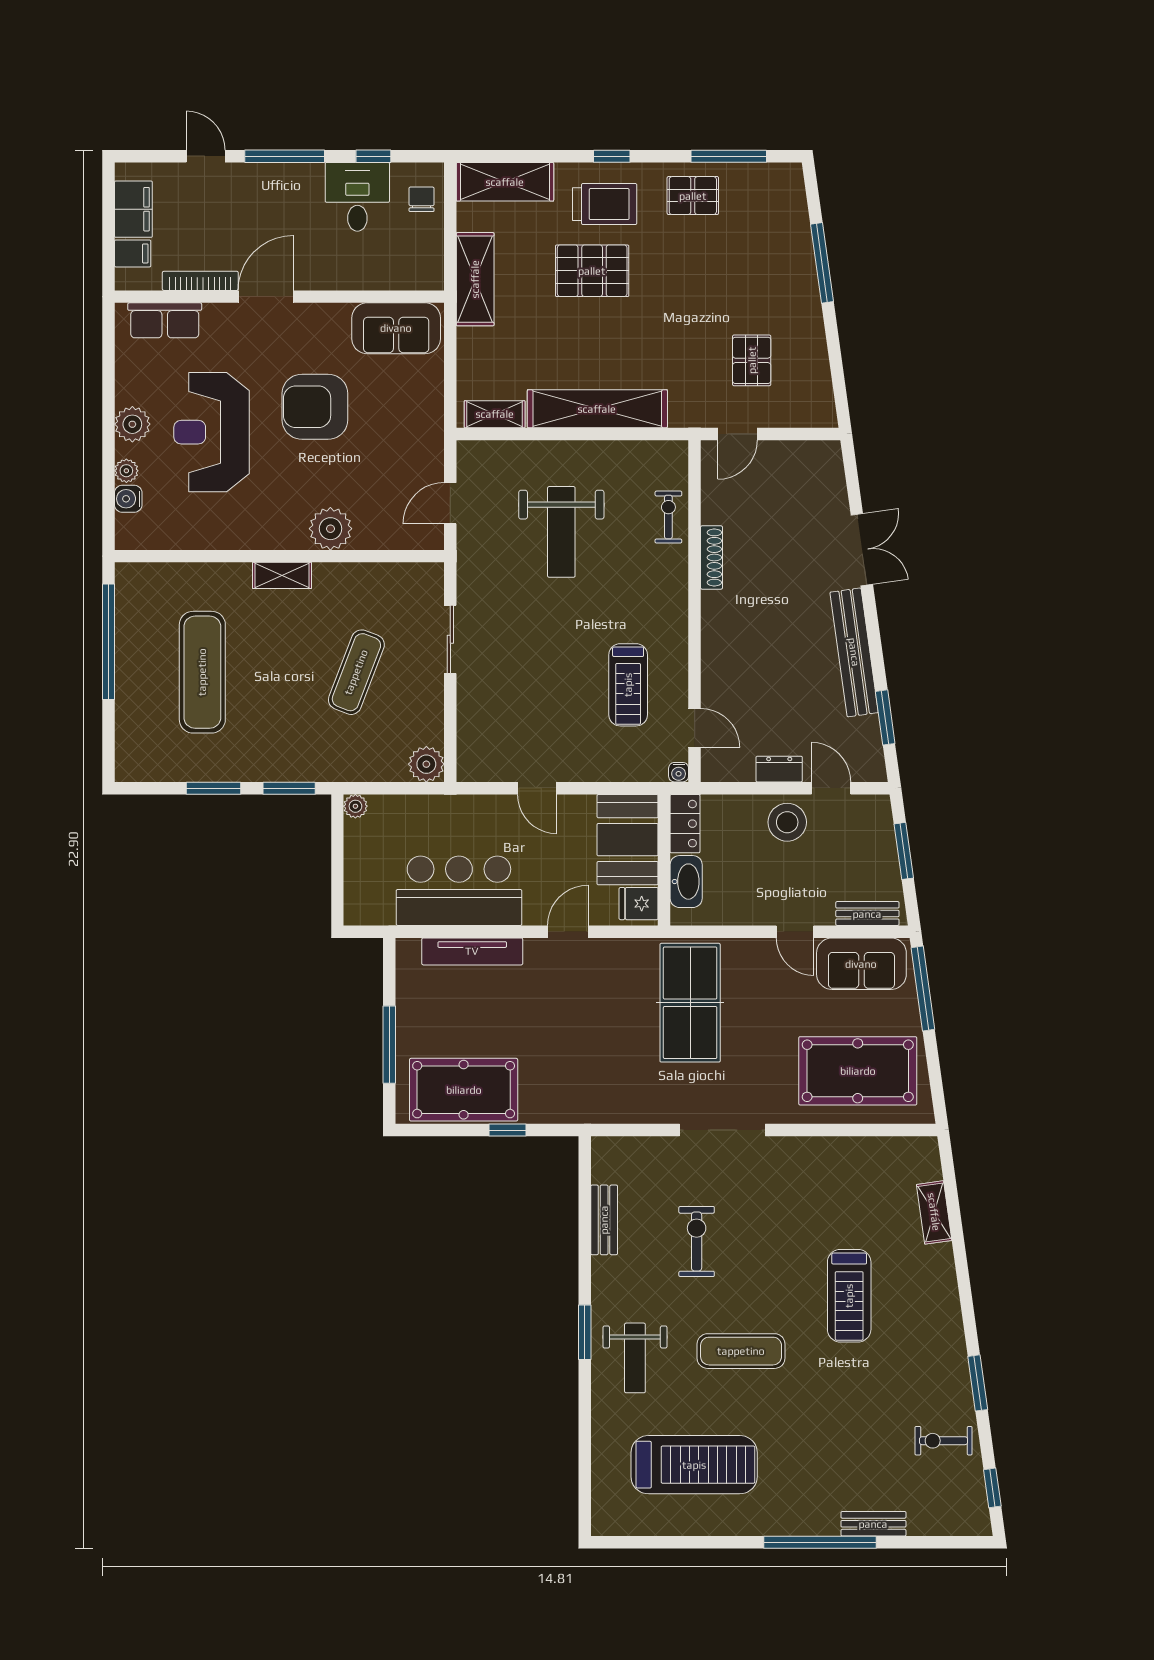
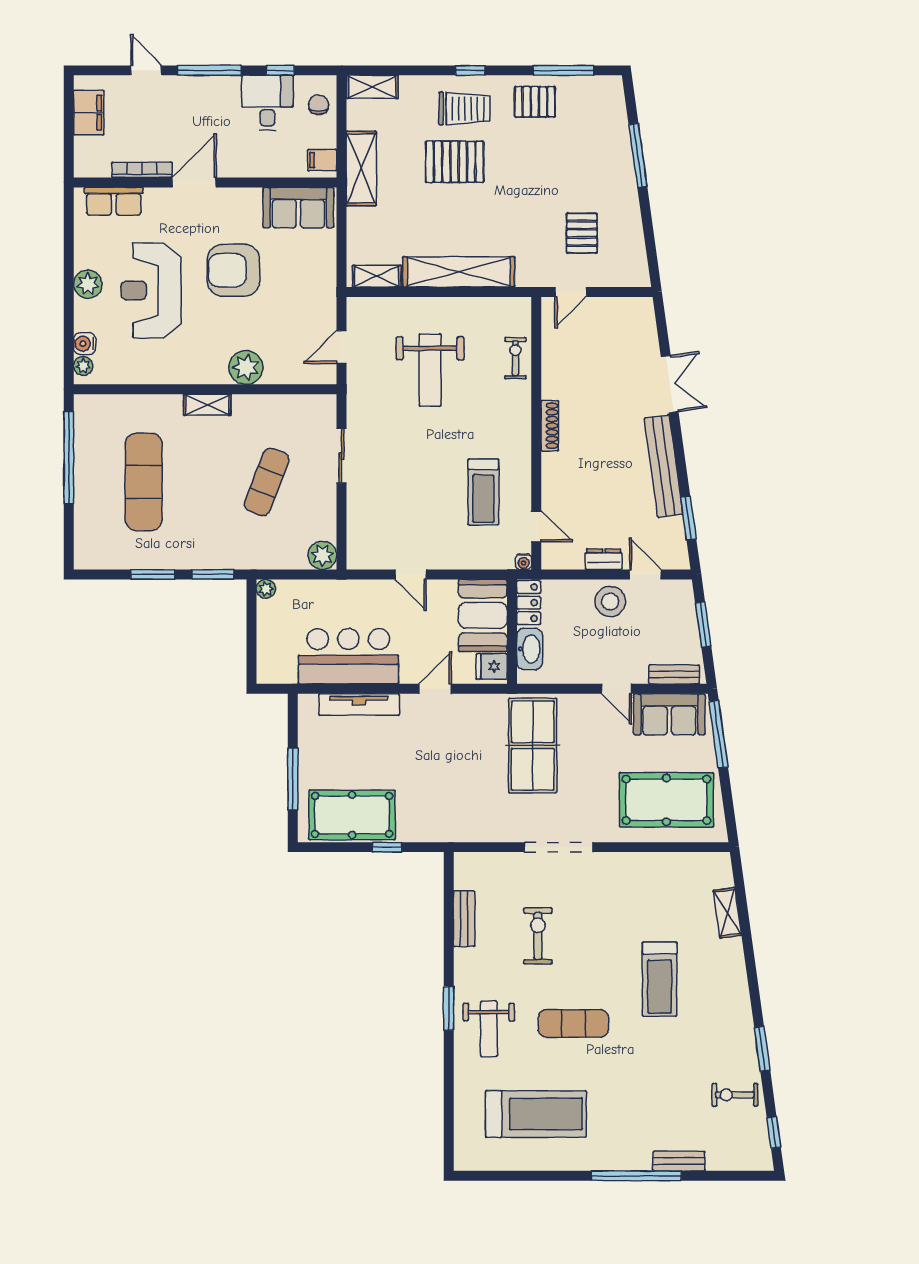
shelving: (505, 182) -> (372, 87), width x0.67, depth x0.75
filing cabinet: (133, 253) -> (322, 160), moved, turned 180
plant: (126, 471) -> (83, 366), moved
shoe rack: (711, 558) -> (550, 426), moved

